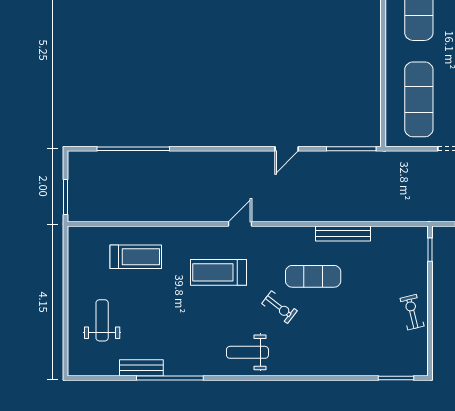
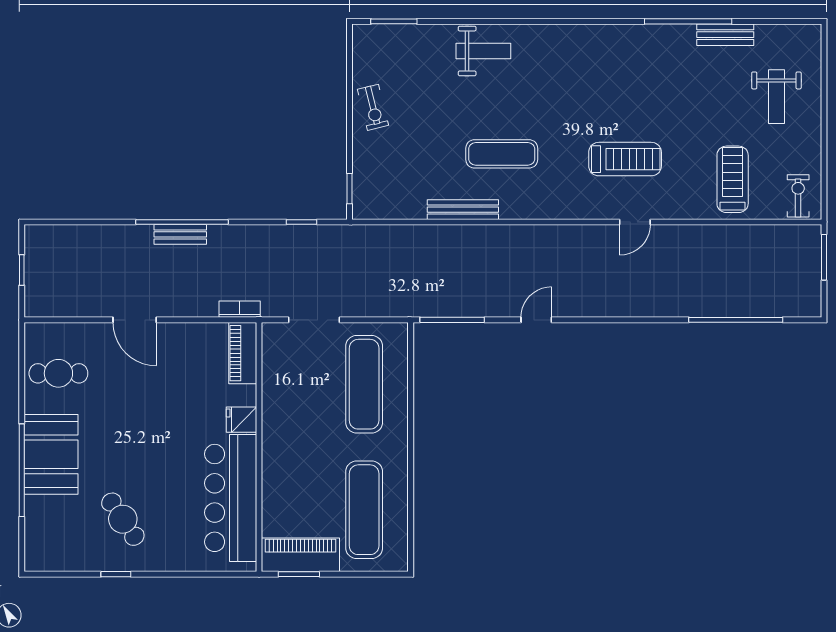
door: (240, 224) -> (635, 222), moved
treadmill: (136, 257) -> (733, 179), turned 90
exercise bike: (279, 307) -> (798, 196), moved, turned 52
weight bench: (247, 352) -> (483, 51), moved

